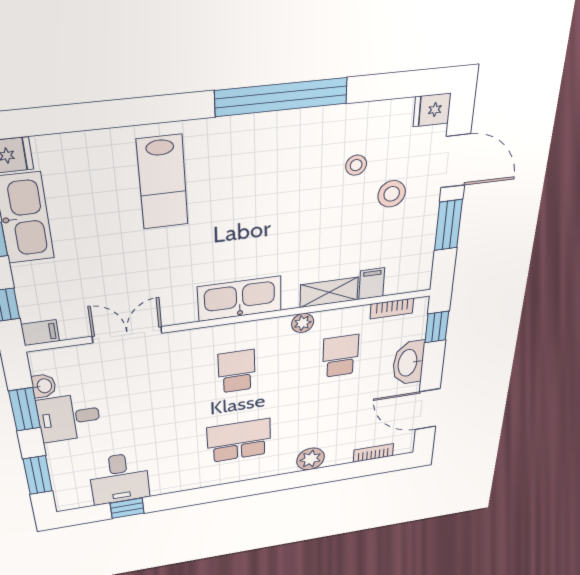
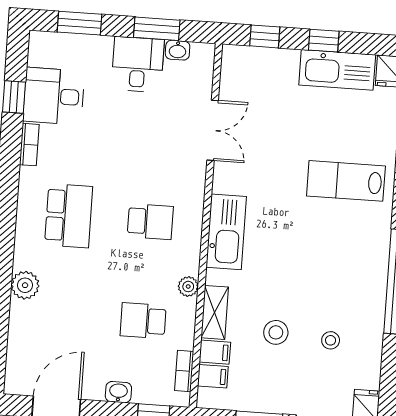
stool: (392, 194) -> (276, 332), moved
filing cabinet: (40, 333) -> (213, 376), moved, turned -90
school desk: (341, 356) -> (143, 321), turned 180
washbasin: (408, 363) -> (118, 392), width x0.52, depth x0.69
bookcase: (373, 453) -> (29, 145), moved

